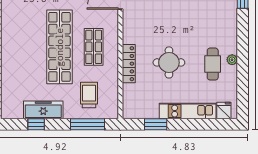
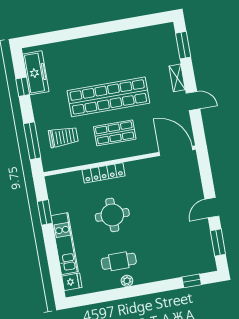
freezer: (43, 110) -> (36, 73), moved

